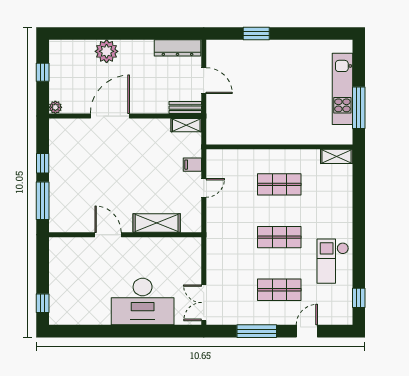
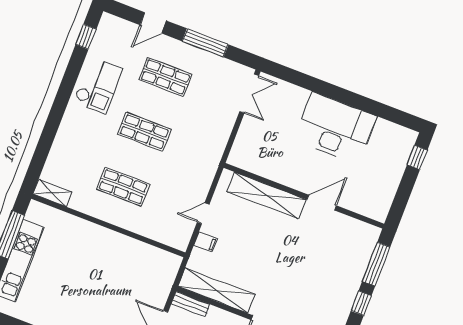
shelving: (186, 125) -> (216, 290), width x2.20, depth x1.33
shelving: (157, 223) -> (266, 195), width x1.47
door: (108, 235) -> (322, 203), swing flipped
desk: (143, 301) -> (335, 128), moved

